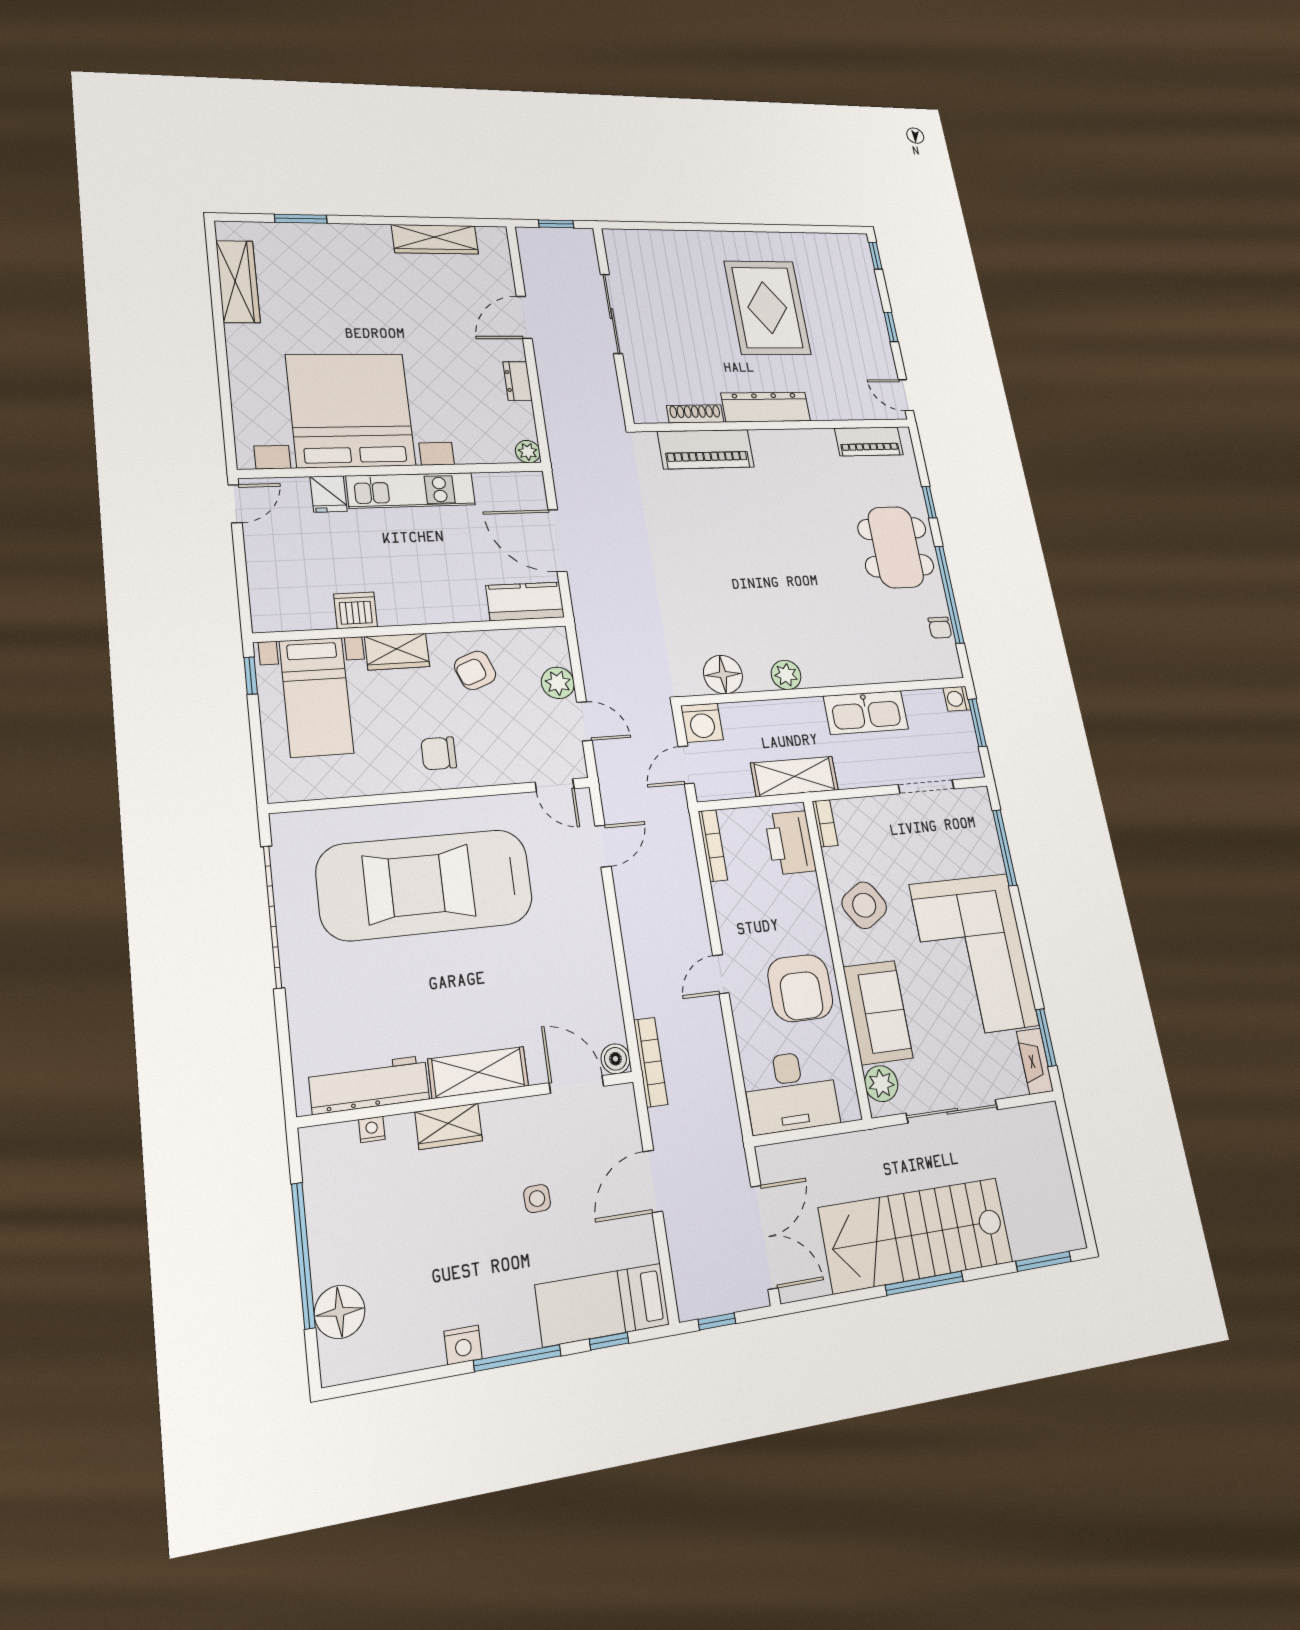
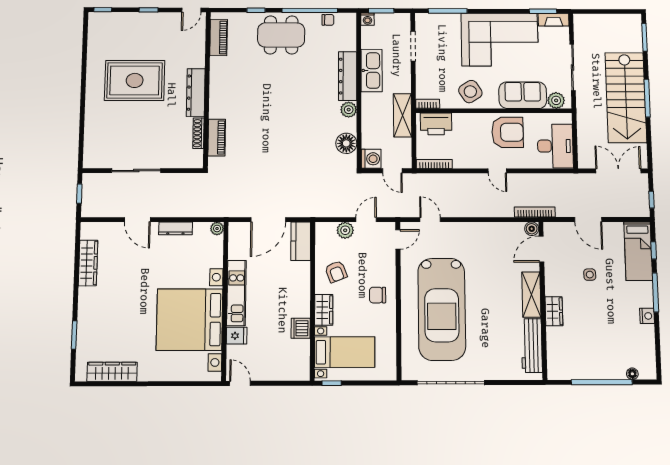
dresser: (518, 381) -> (176, 228), width x1.44
piano: (706, 449) -> (217, 138), width x0.73, depth x0.75
dresser: (847, 669) -> (348, 76), added
chair: (439, 753) -> (378, 295), turned 90
nightstand: (372, 1129) -> (552, 346), removed
floor lamp: (340, 1312) -> (632, 374), width x0.53, depth x0.53

